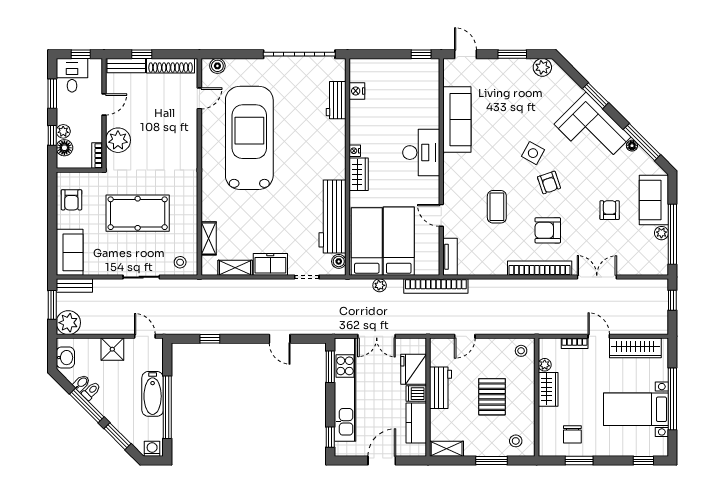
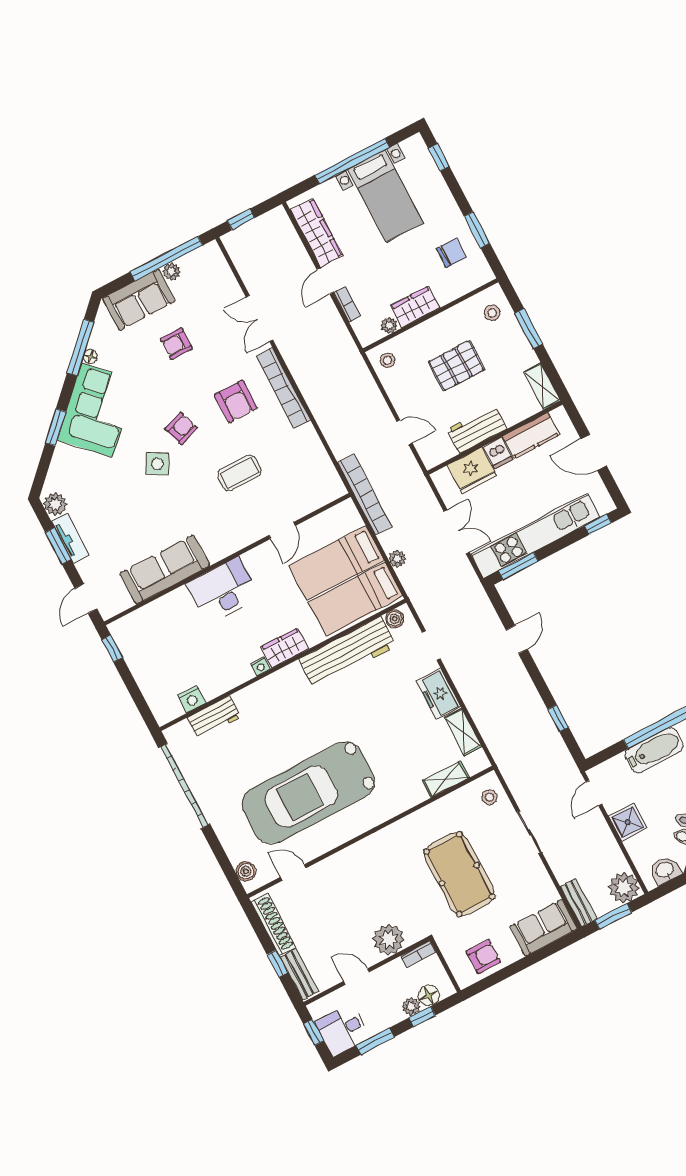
tv unit: (450, 257) -> (70, 538), moved, turned 90

